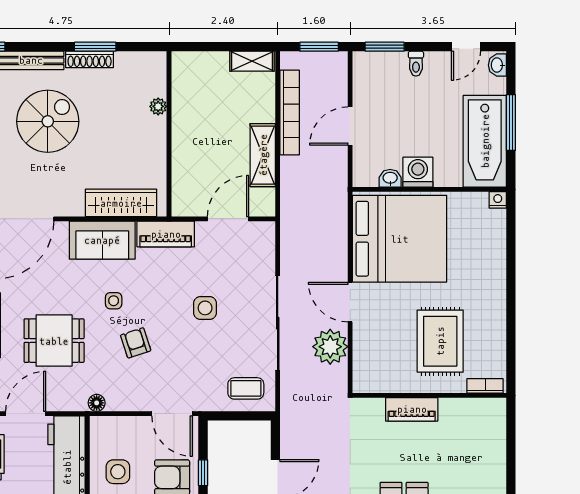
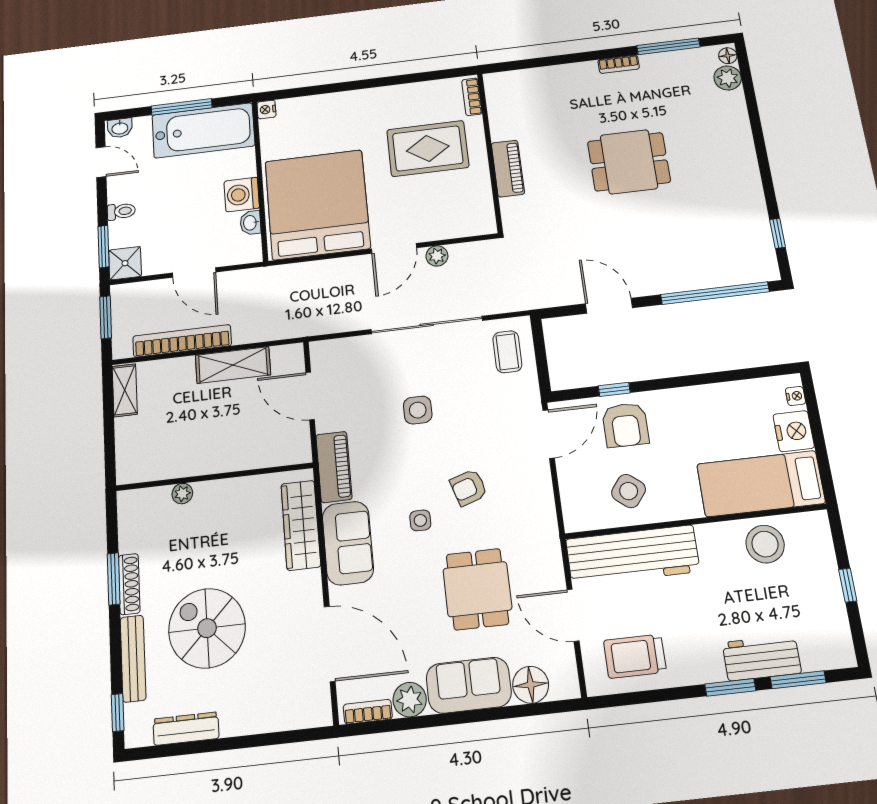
shower: (367, 65) -> (125, 263), added
plant: (330, 347) -> (437, 256), width x0.53, depth x0.53
floor lamp: (97, 403) -> (548, 527), removed
side table: (118, 472) -> (629, 491), turned 38

